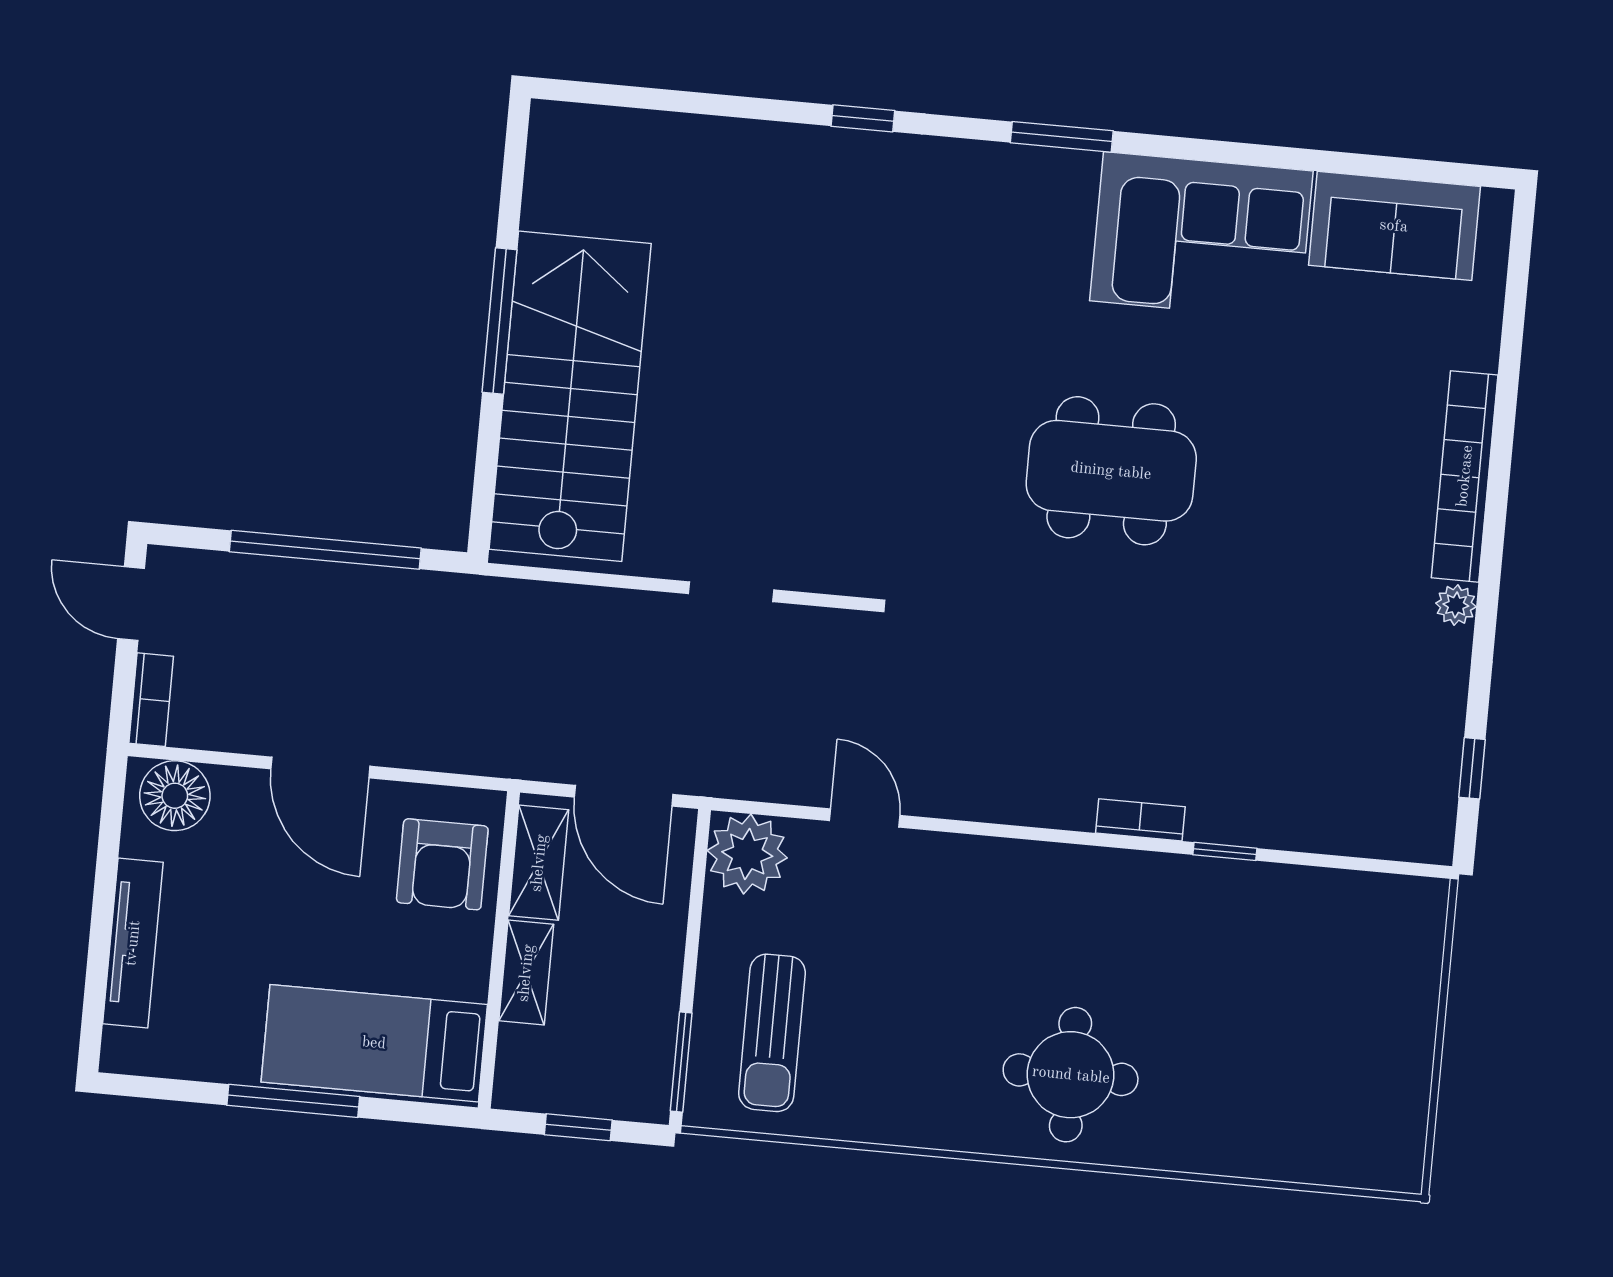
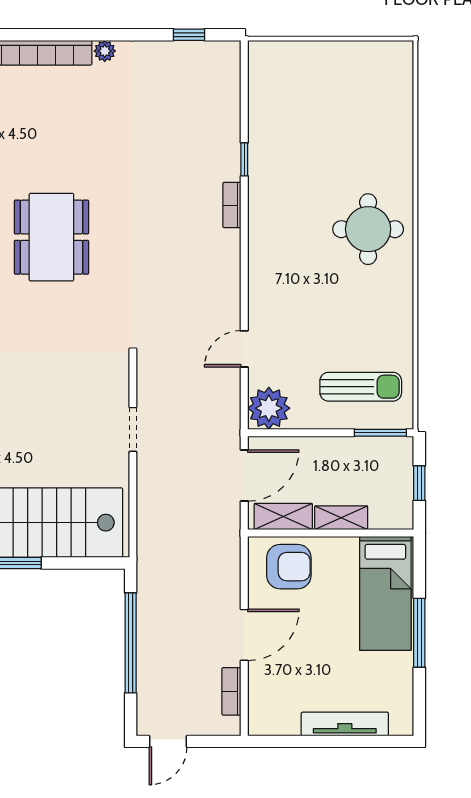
bookcase: (151, 700) -> (231, 691), moved, turned -90
floor lamp: (175, 796) -> (266, 709), removed

